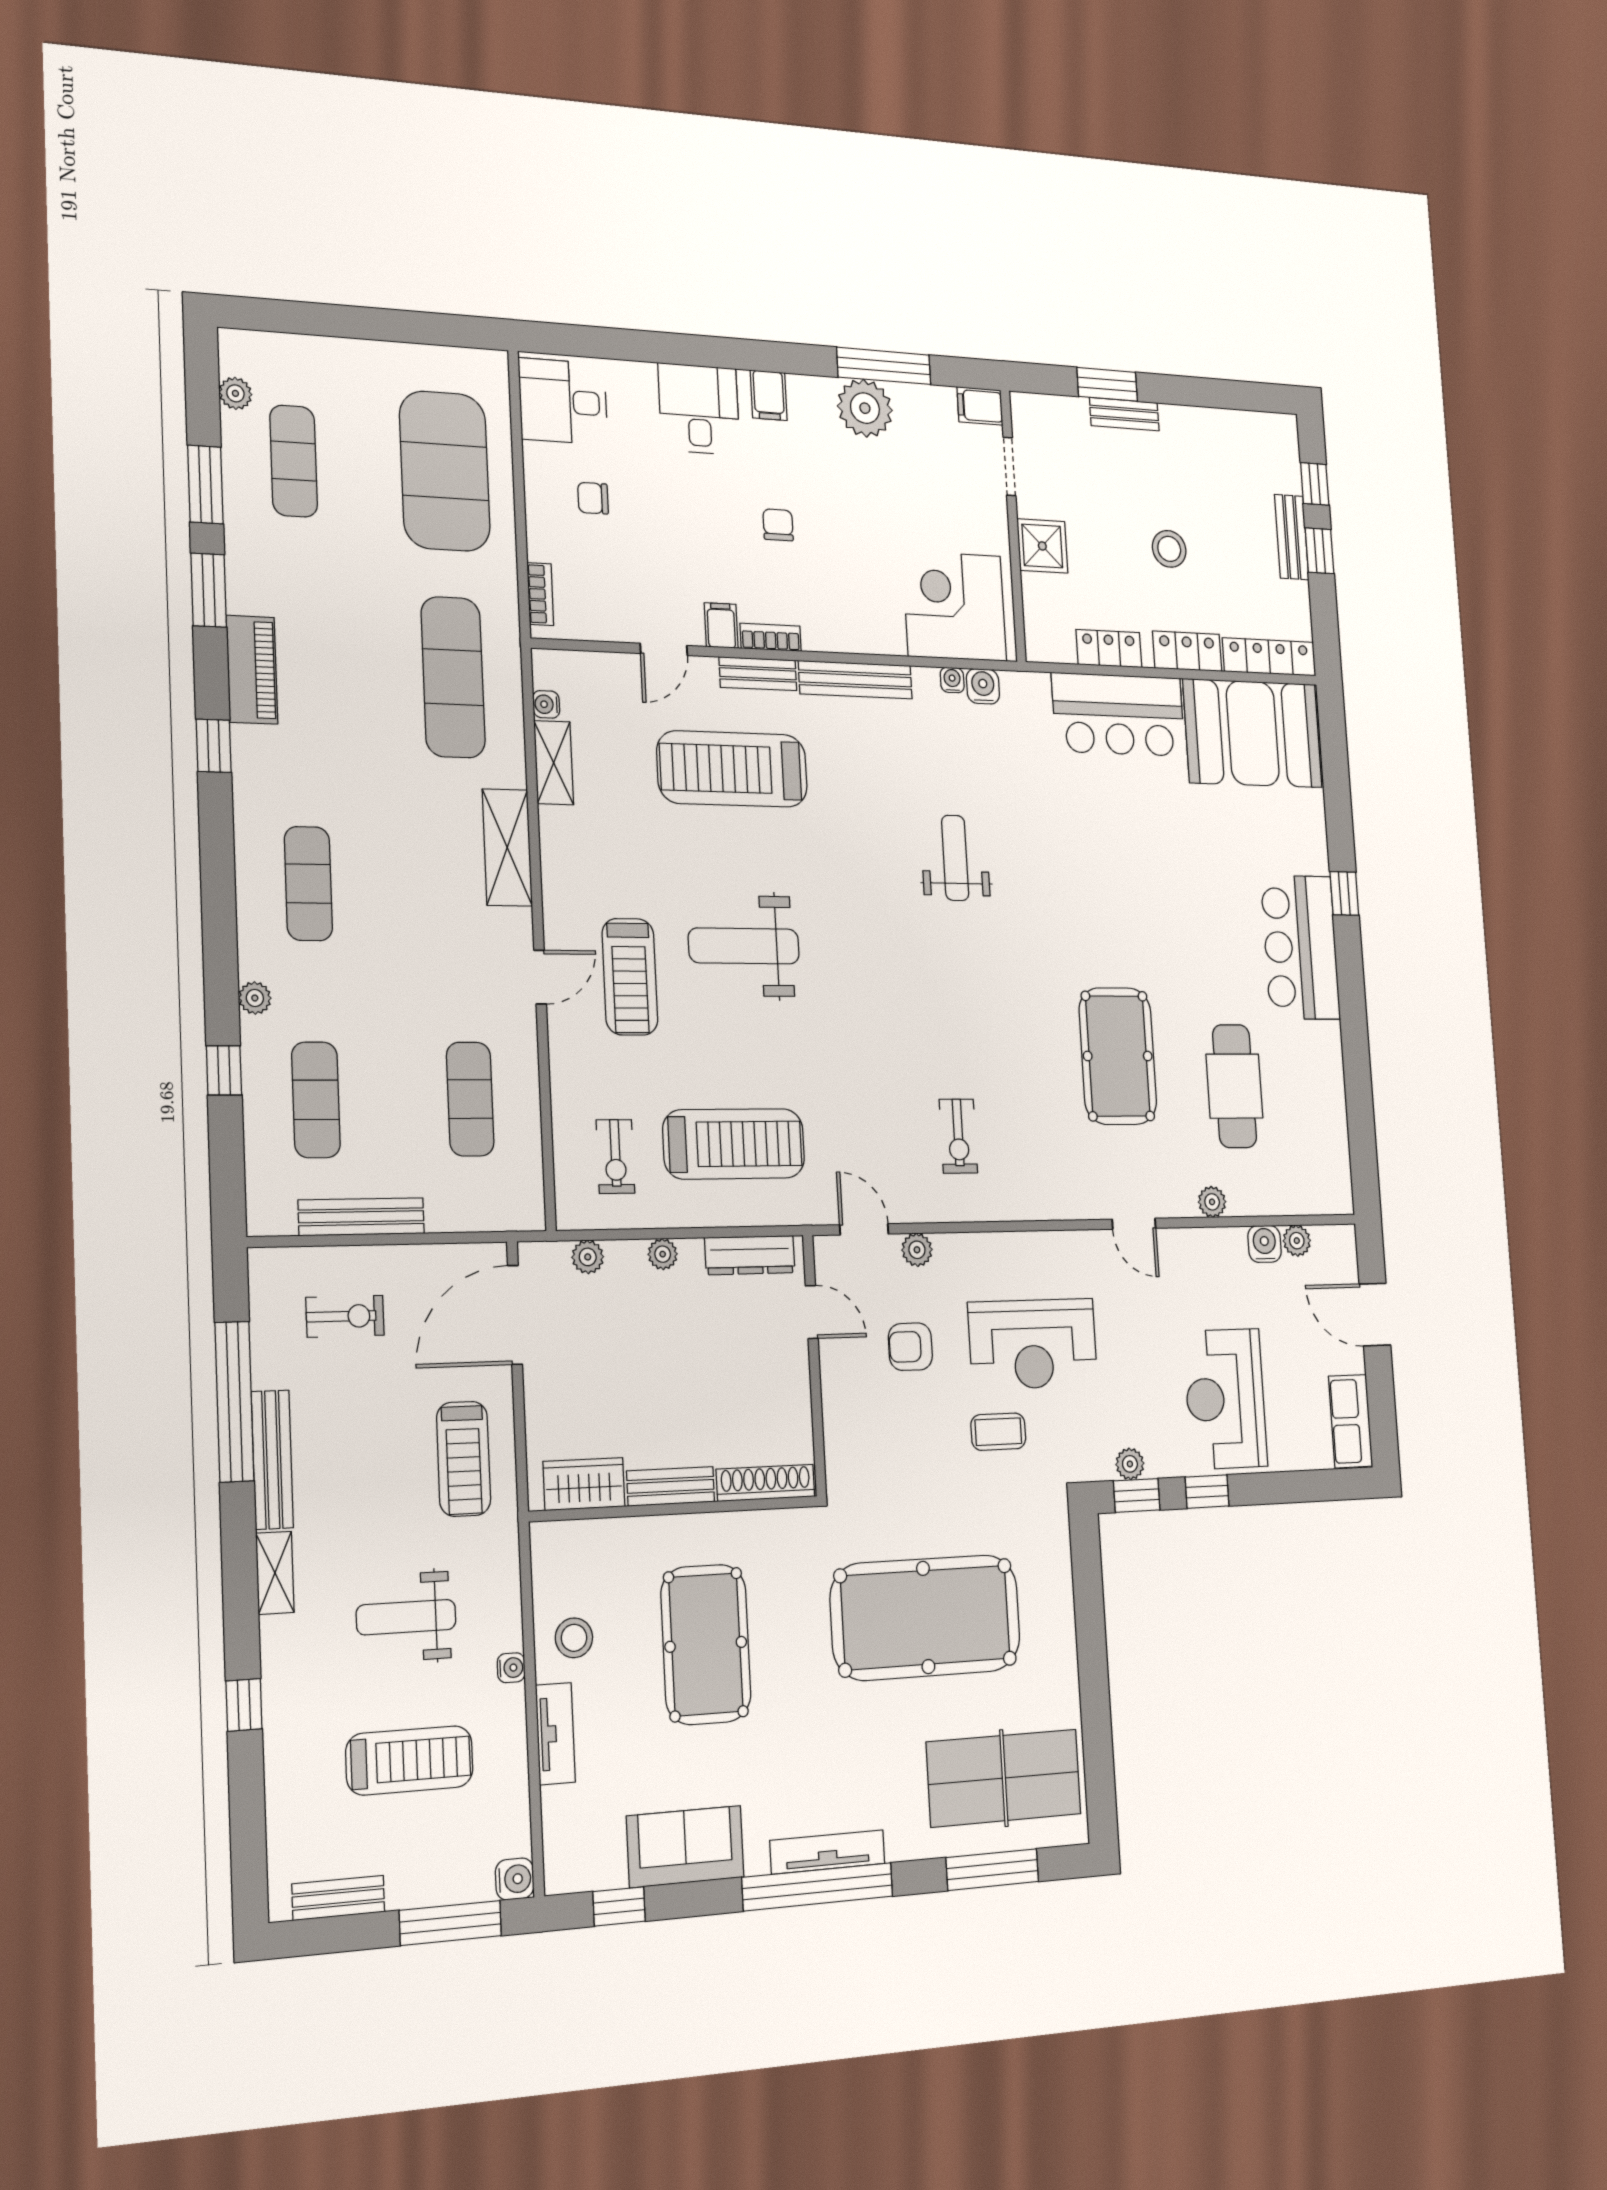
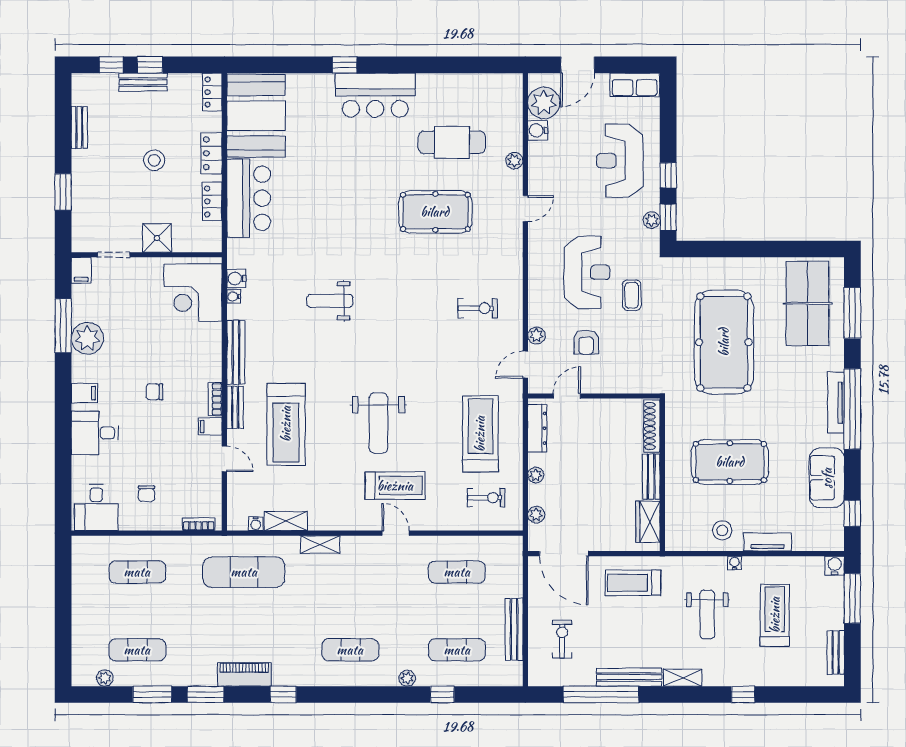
bench: (1124, 414) -> (79, 127), moved
exercise mat: (445, 471) -> (137, 572), width x0.50, depth x0.69
locker: (1269, 657) -> (212, 92), width x0.66
shelving: (507, 847) -> (320, 544), width x0.67, depth x0.75
plant: (1297, 1241) -> (544, 103), width x1.87, depth x1.87
reception desk: (1225, 1399) -> (620, 161), turned 90
treadmill: (464, 1459) -> (633, 583), turned 180

